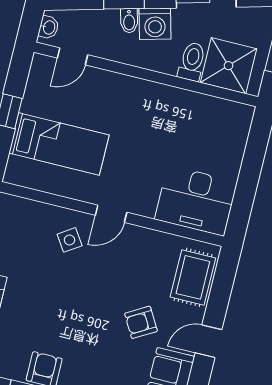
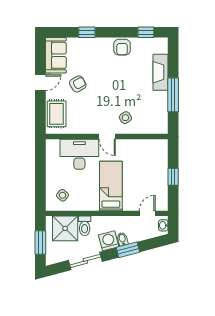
side table: (218, 127) -> (63, 195), added
bed: (59, 144) -> (111, 186), moved, turned 90
desk: (196, 201) -> (79, 154), moved
door: (111, 214) -> (107, 137), swing flipped

